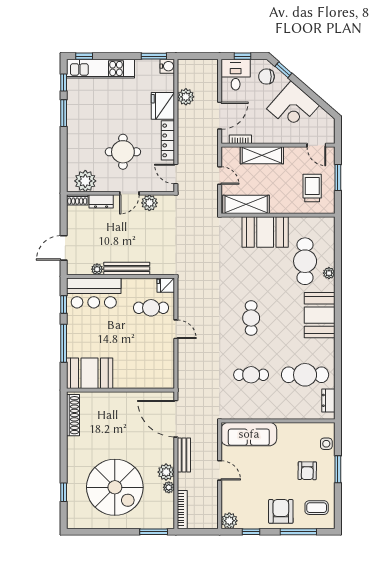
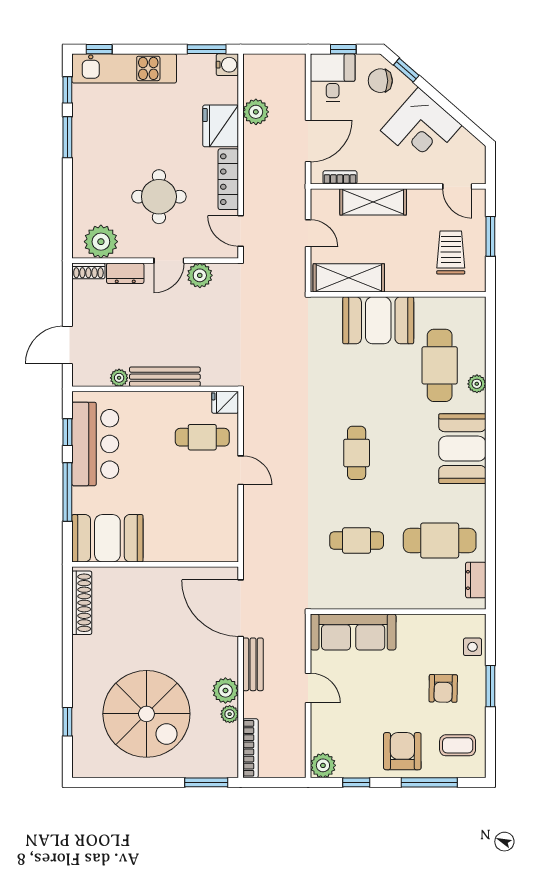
bar counter: (94, 293) -> (95, 444), moved, turned -90

